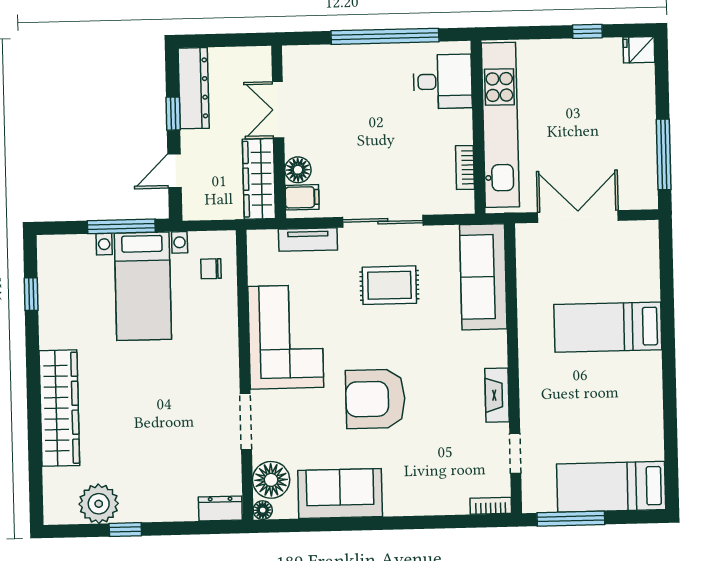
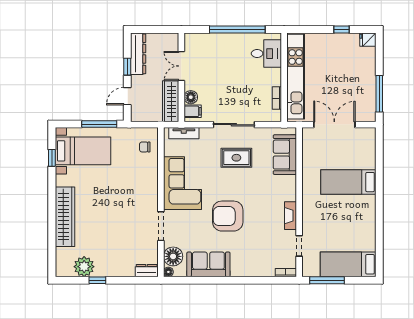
tv unit: (308, 240) -> (184, 133), moved
sofa: (483, 277) -> (285, 155), width x0.73
bed with nightstands: (143, 286) -> (83, 151), moved, turned -90

